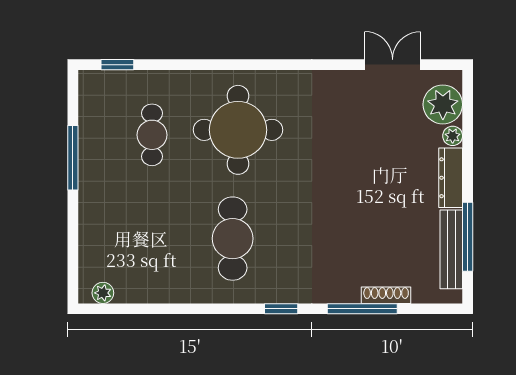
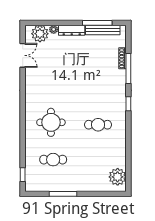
double door: (393, 65) -> (23, 55), swing flipped
round table: (238, 130) -> (51, 122), width x0.73, depth x0.73
cafe table: (233, 239) -> (98, 125), width x0.73, depth x0.74
plant: (103, 293) -> (118, 177), width x1.88, depth x1.88

